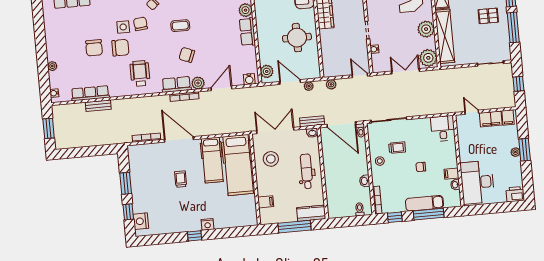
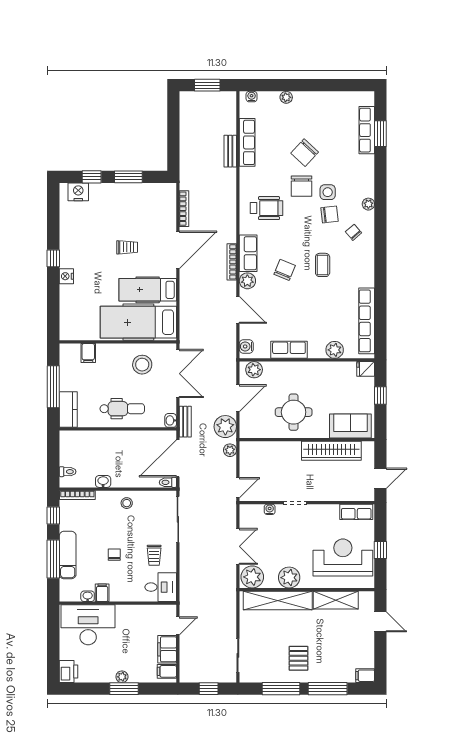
row of seats: (247, 32) -> (289, 350), moved
chair: (94, 48) -> (305, 153), turned -47
plant: (309, 86) -> (225, 427), width x1.88, depth x1.88
trolley: (397, 148) -> (154, 555), moved

